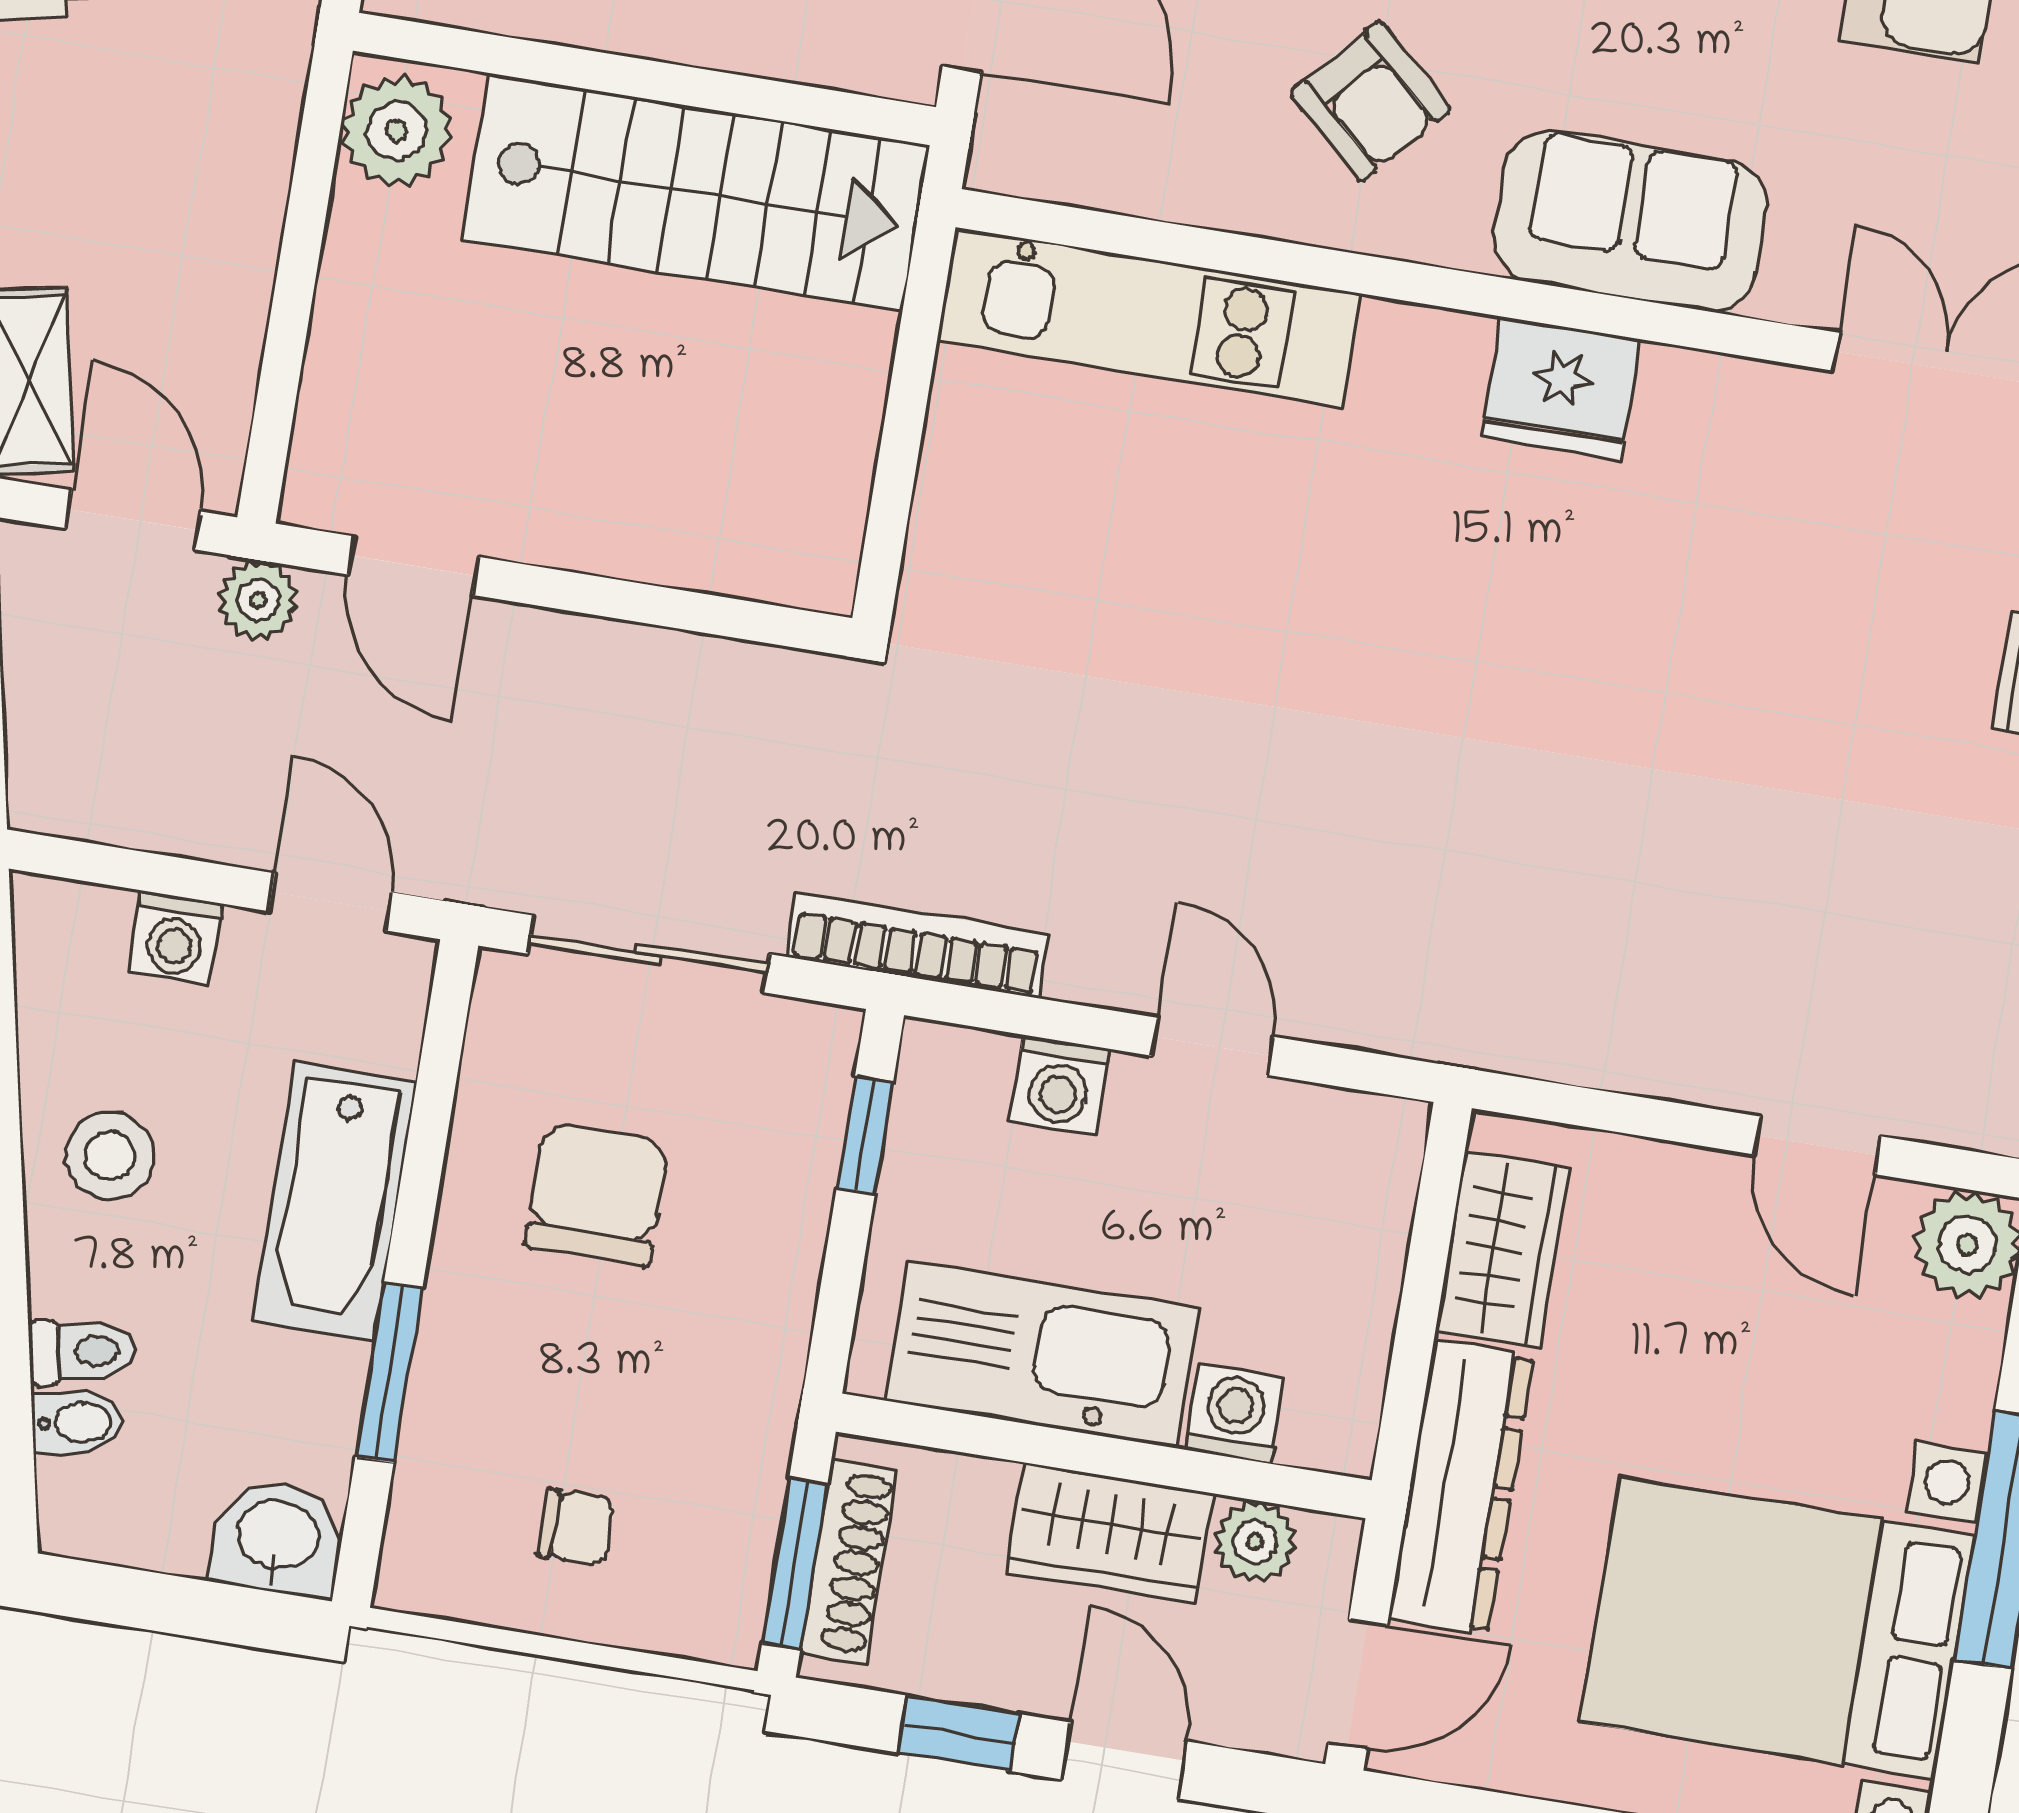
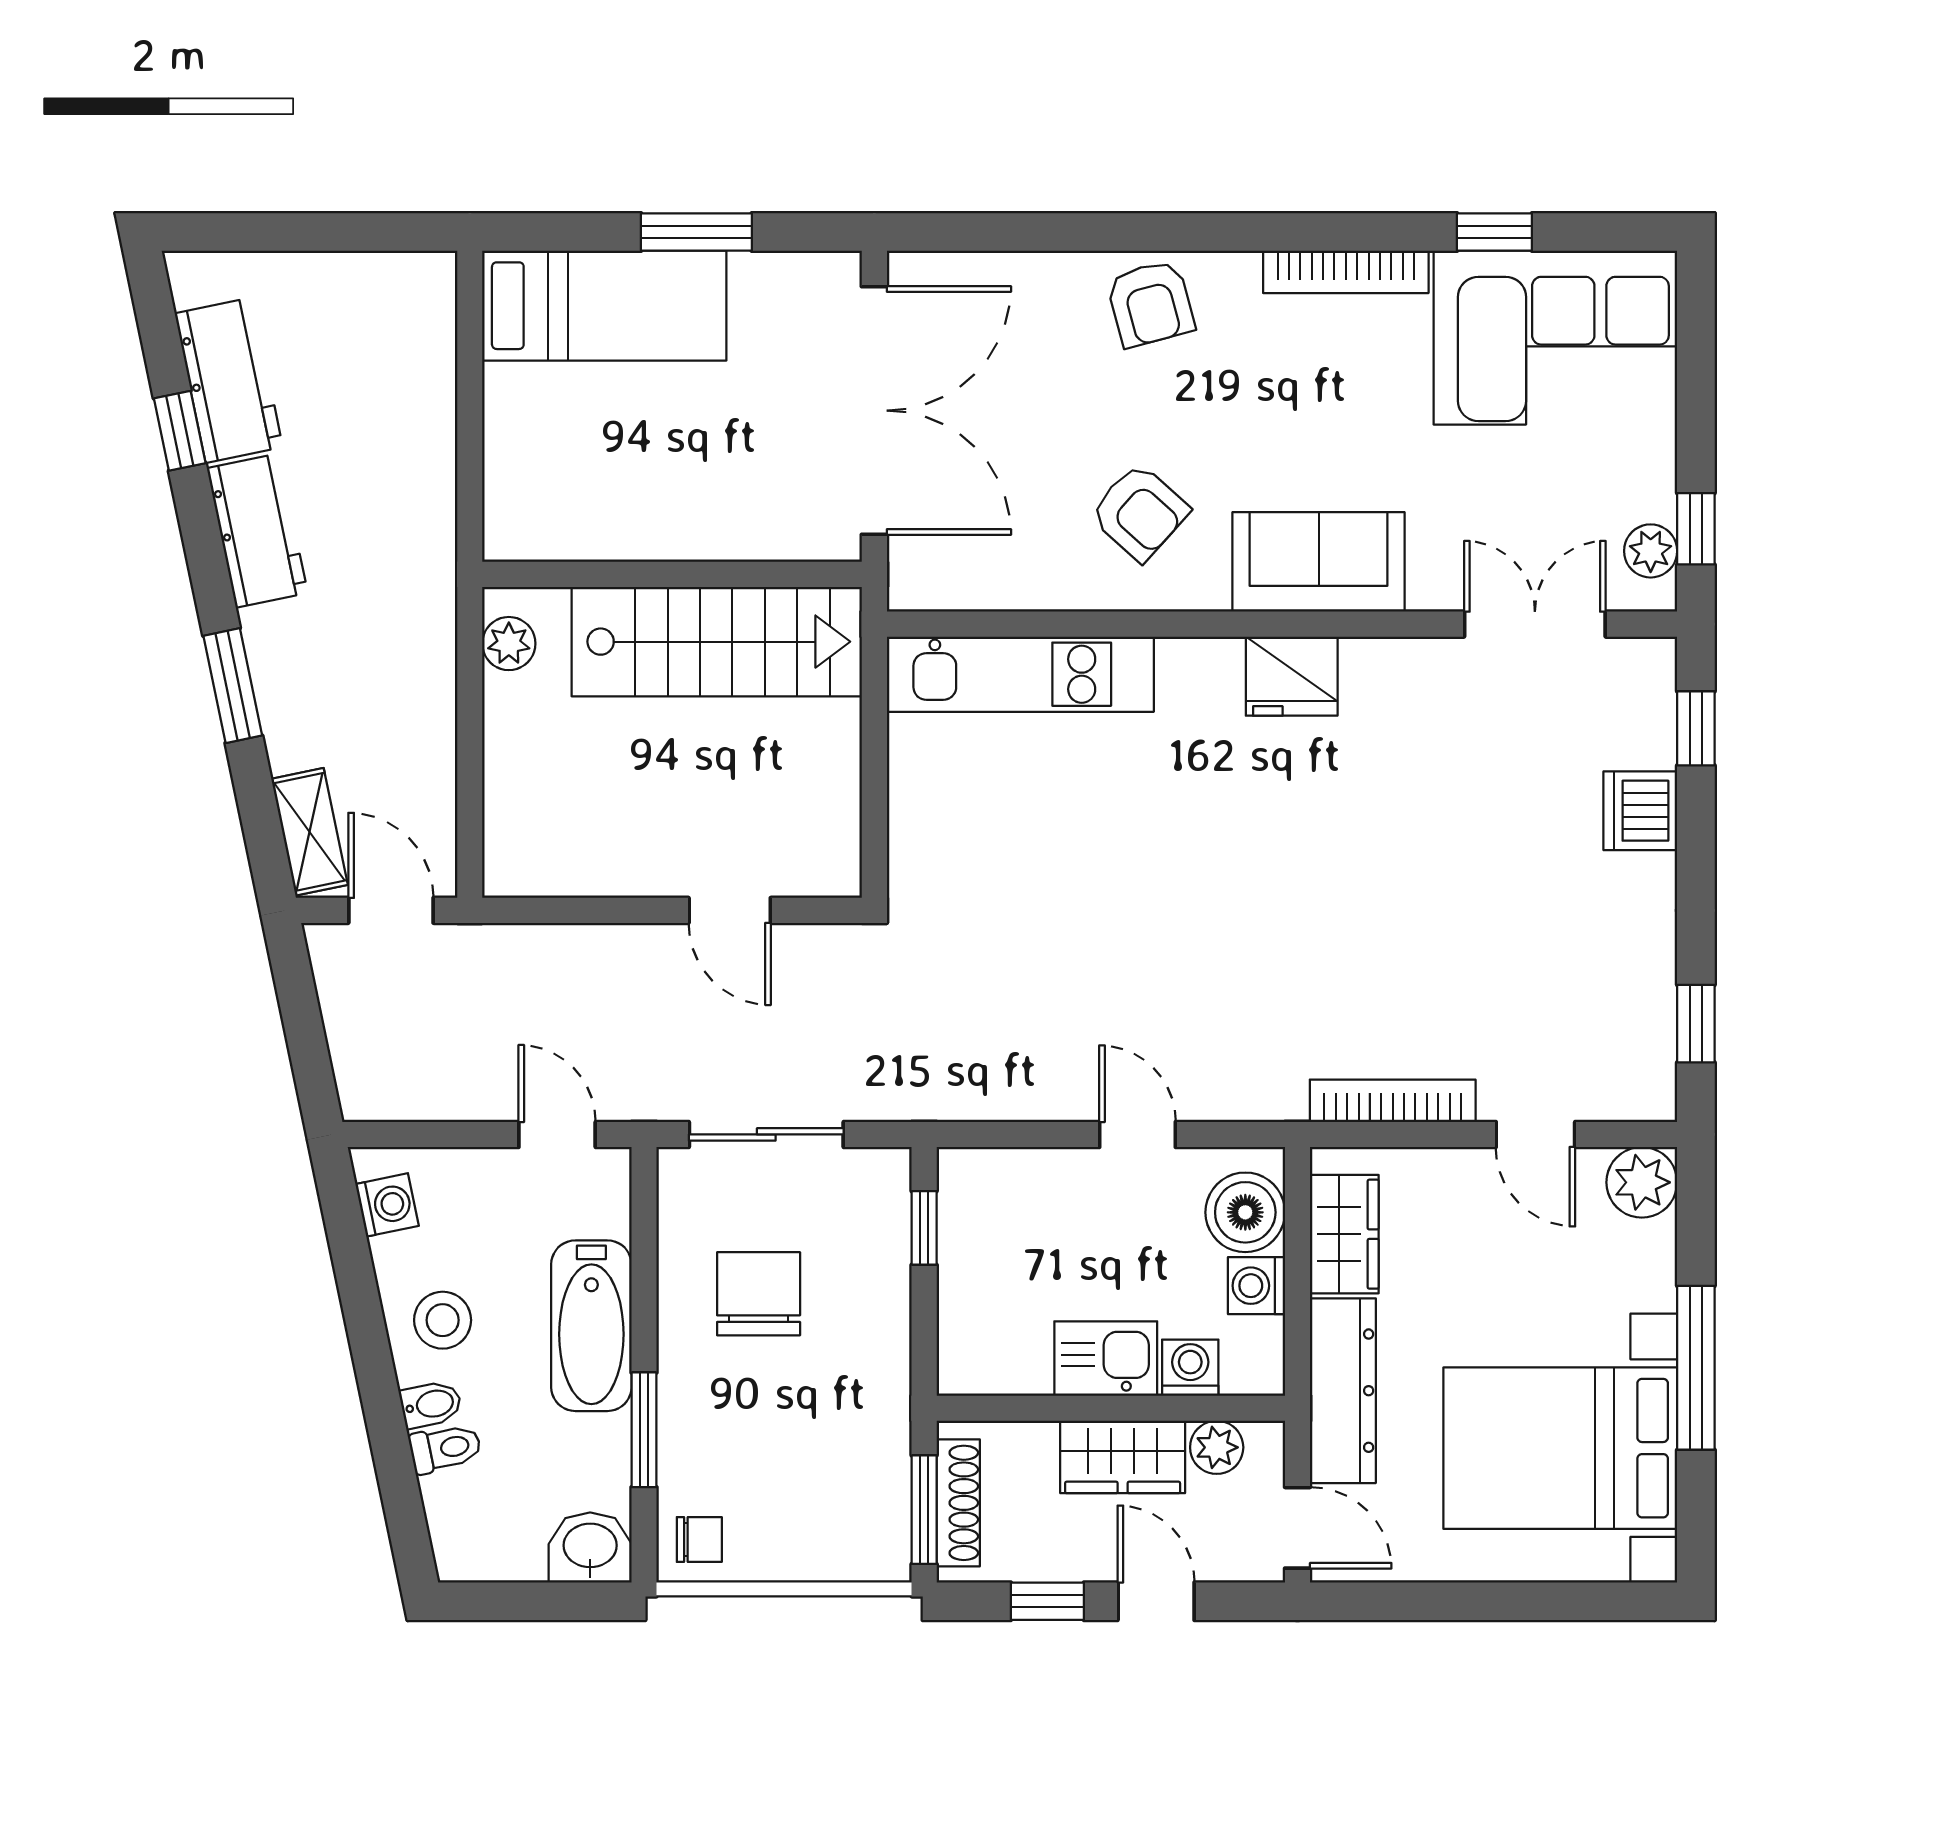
plant: (397, 131) -> (509, 644), width x0.73, depth x0.73
door: (413, 566) -> (730, 910), moved
plant: (258, 600) -> (479, 949), removed
washing machine: (176, 938) -> (387, 1205), moved, turned -102
bookcase: (917, 945) -> (1393, 1101), moved
washing machine: (1059, 1085) -> (1257, 1286), moved, turned 90
boiler: (1357, 1191) -> (1245, 1212), added
kitchen sink: (1042, 1354) -> (1106, 1359), width x0.53, depth x0.81
bidet: (77, 1422) -> (431, 1404), moved
chair: (576, 1527) -> (699, 1539), moved
door: (1358, 1684) -> (1298, 1528), hinge flipped

